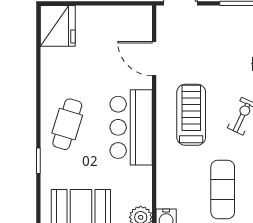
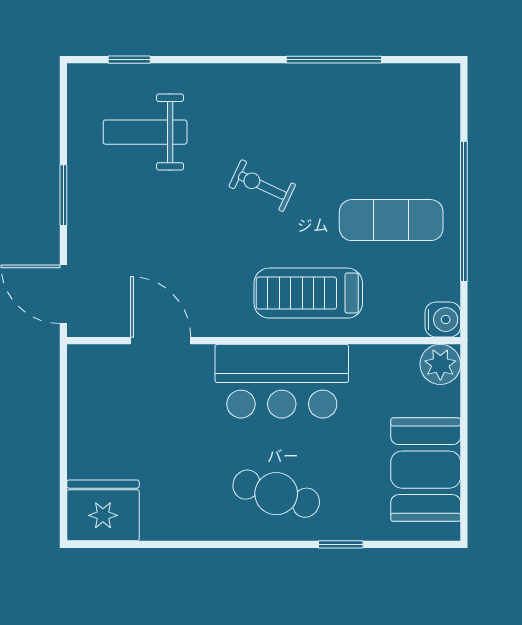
door: (154, 59) -> (161, 341), swing flipped
treadmill: (191, 115) -> (308, 293), moved

